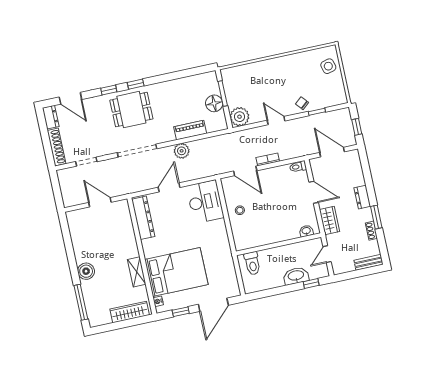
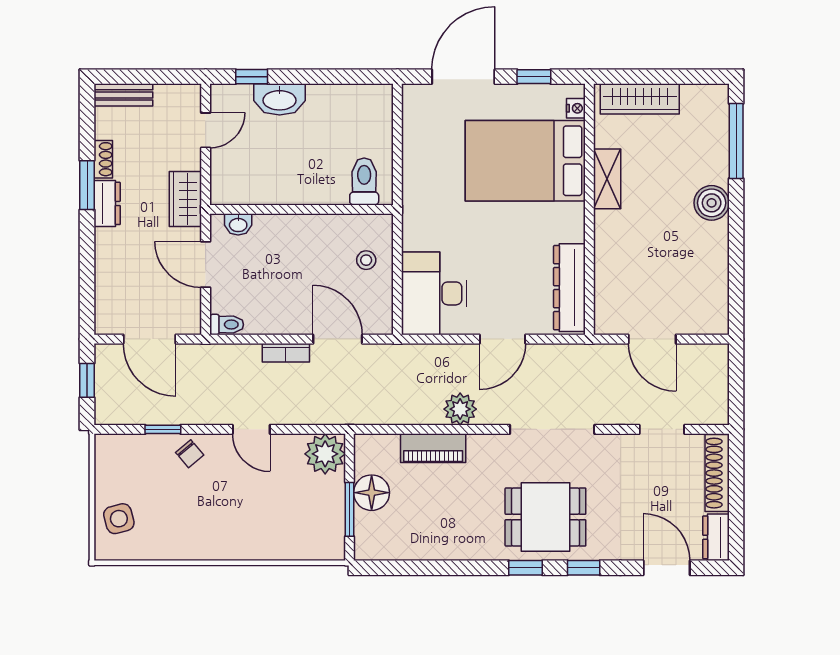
dresser: (362, 197) -> (107, 203), moved
washbasin: (306, 231) -> (238, 224), moved
wall: (278, 244) -> (302, 209), moved
toilet: (252, 263) -> (364, 181), moved

